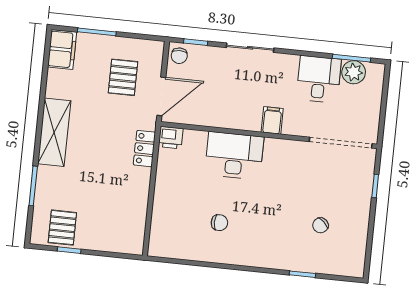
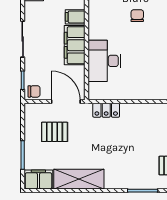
filing cabinet: (235, 116) -> (75, 45), added
shelving: (54, 132) -> (79, 179), moved
printer: (171, 138) -> (96, 92), removed
desk: (234, 156) -> (104, 61), moved
chair: (219, 223) -> (137, 16), moved

